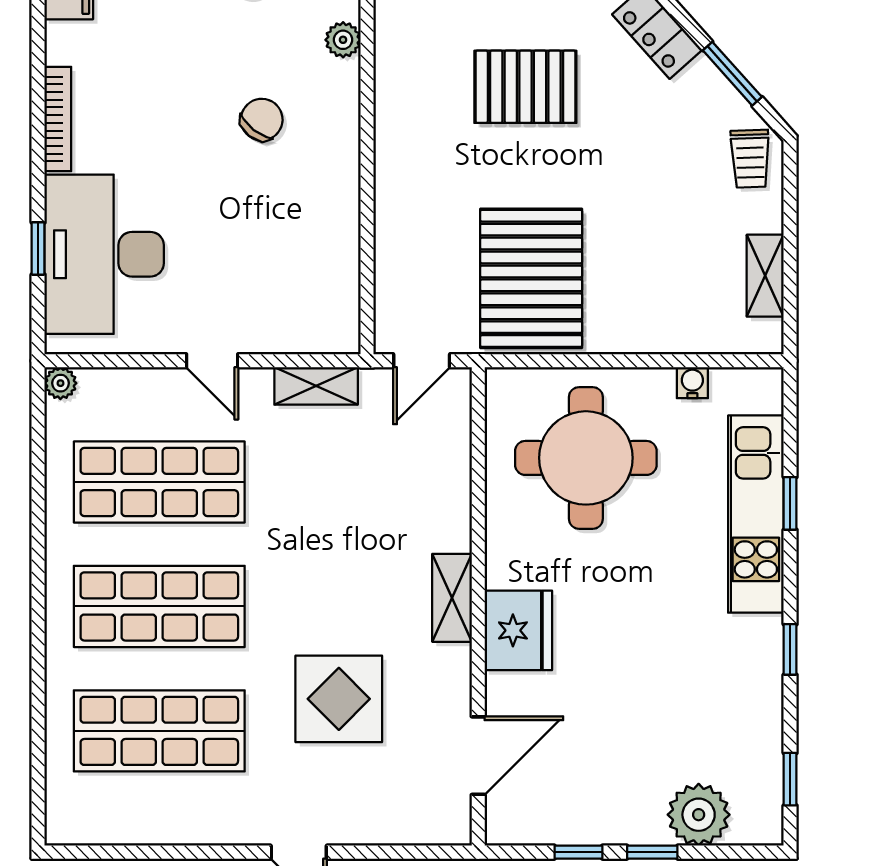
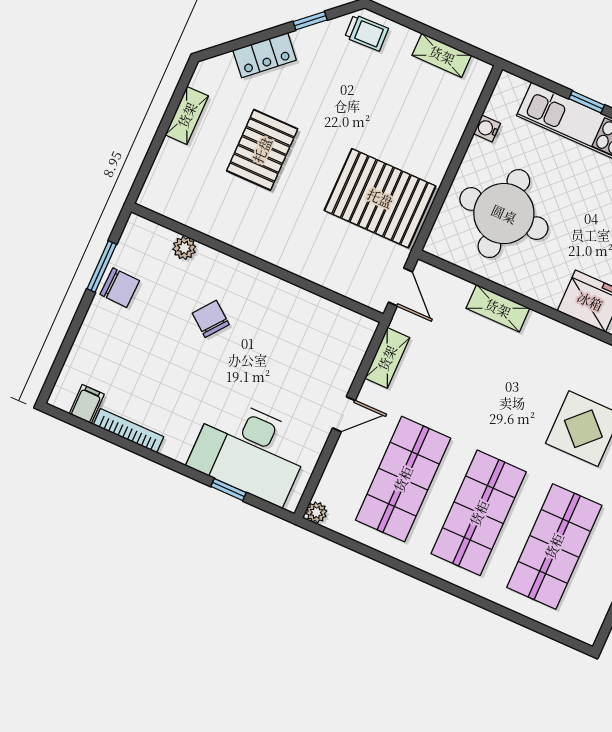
window: (732, 74) -> (310, 21), width x0.67
bookcase: (58, 119) -> (129, 431), moved
shelving: (452, 598) -> (498, 308), moved

